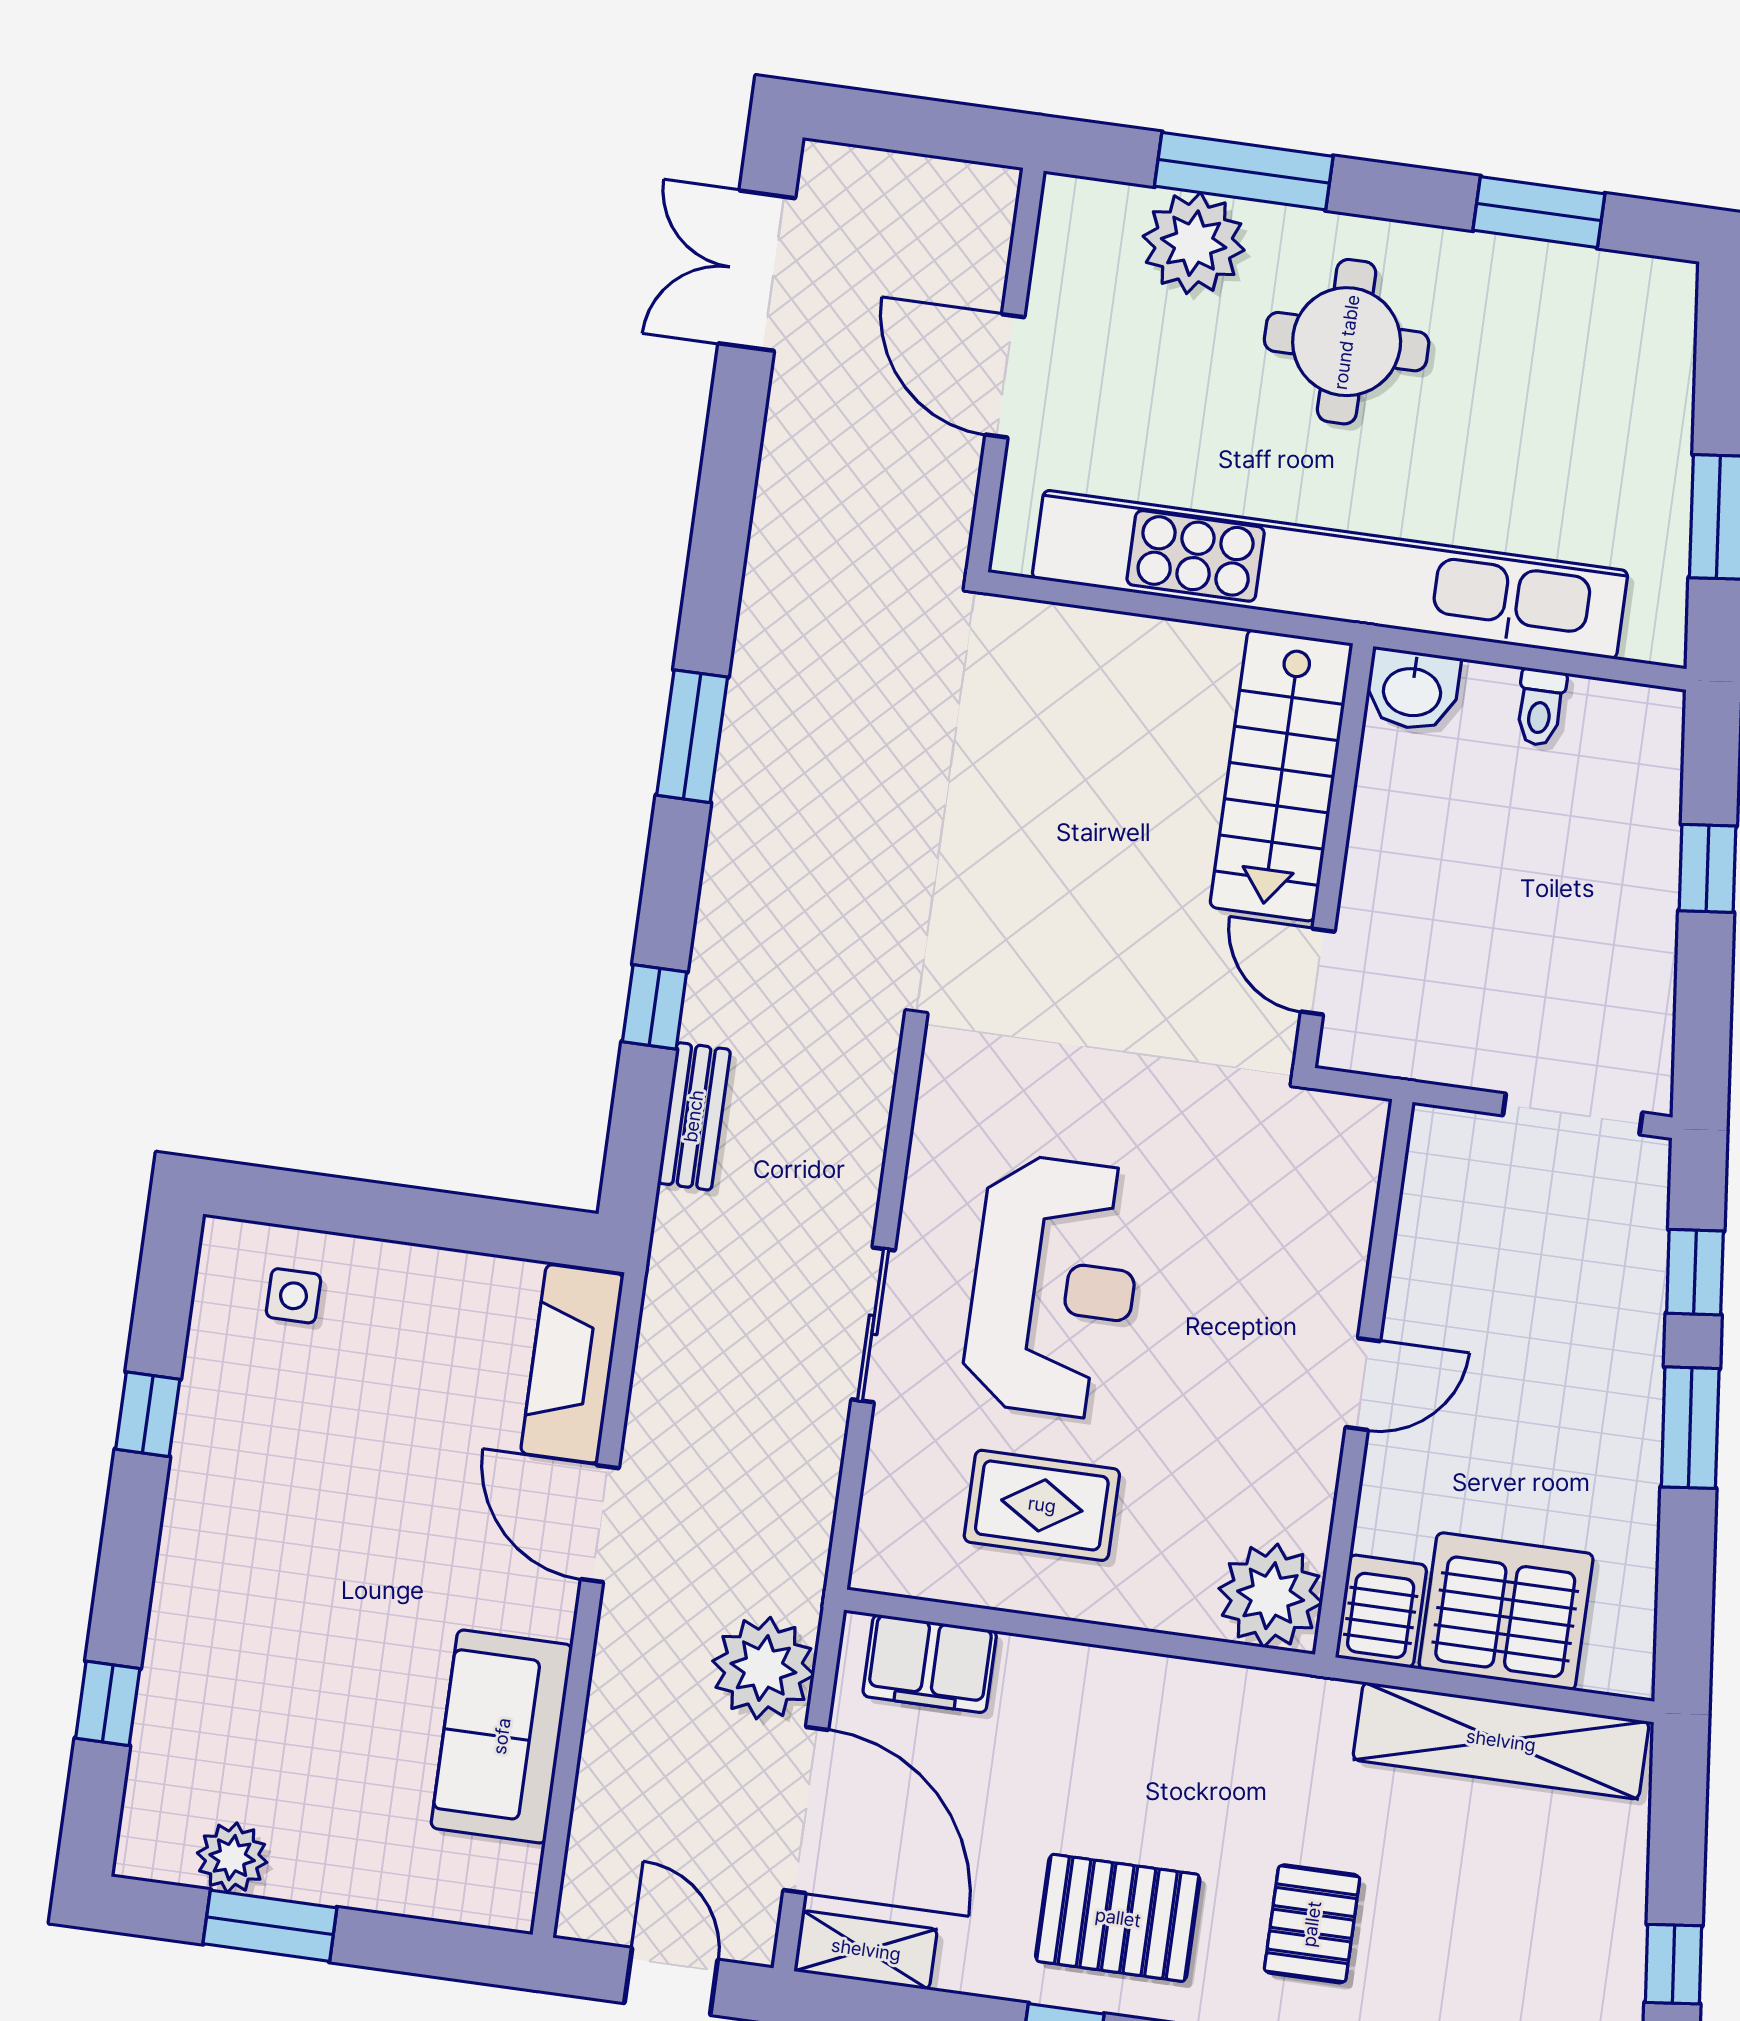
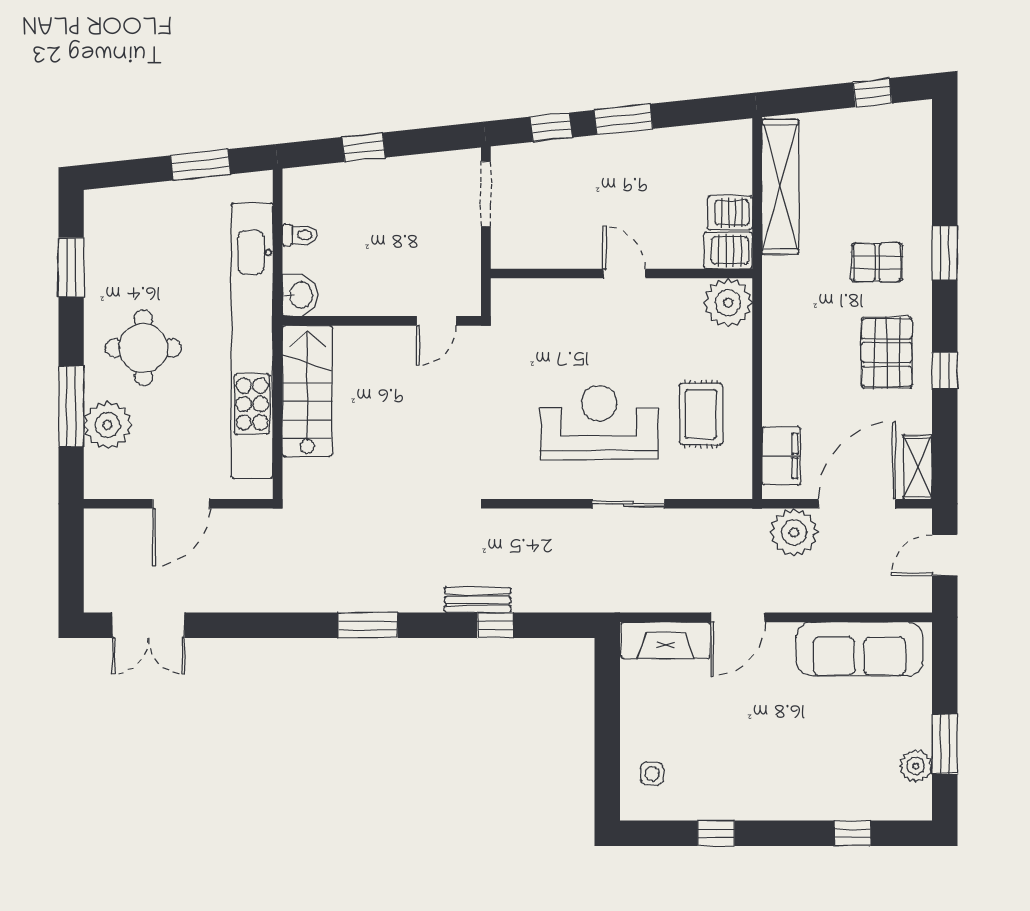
stairs: (1281, 775) -> (307, 391), moved, turned -90
bench: (694, 1116) -> (478, 600), moved
server rack: (1506, 1611) -> (730, 213), width x0.46, depth x0.70
sofa: (502, 1736) -> (859, 649), width x1.36

